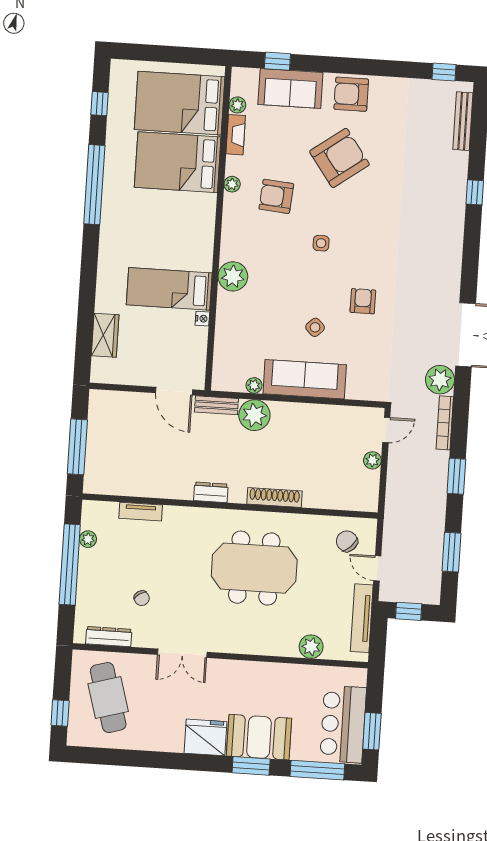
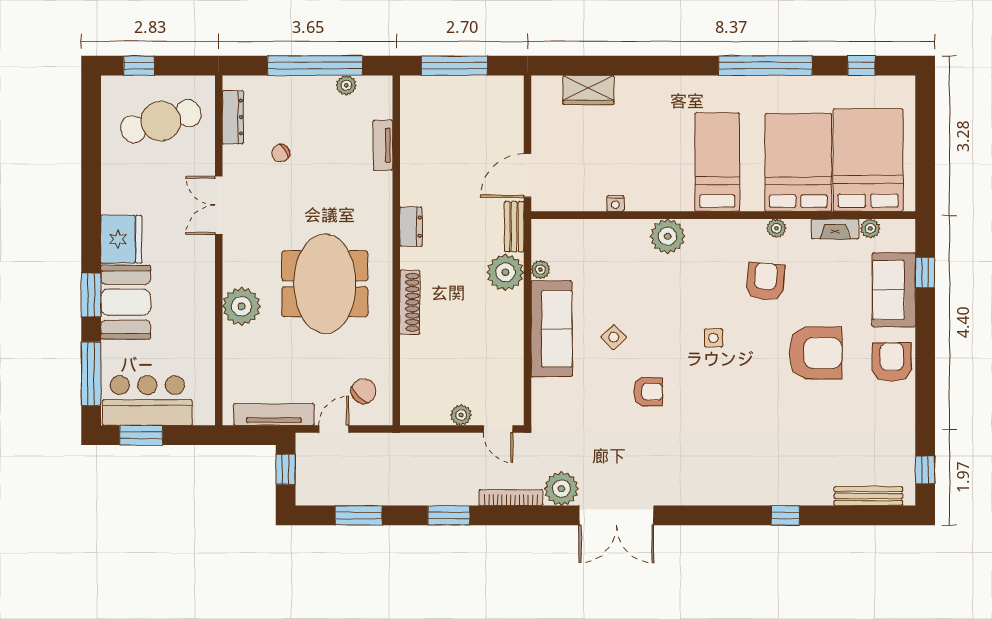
armchair: (339, 158) -> (816, 353), turned -54
bed: (169, 289) -> (717, 162), moved
plant: (311, 647) -> (241, 306), moved, width x1.36, depth x1.36

